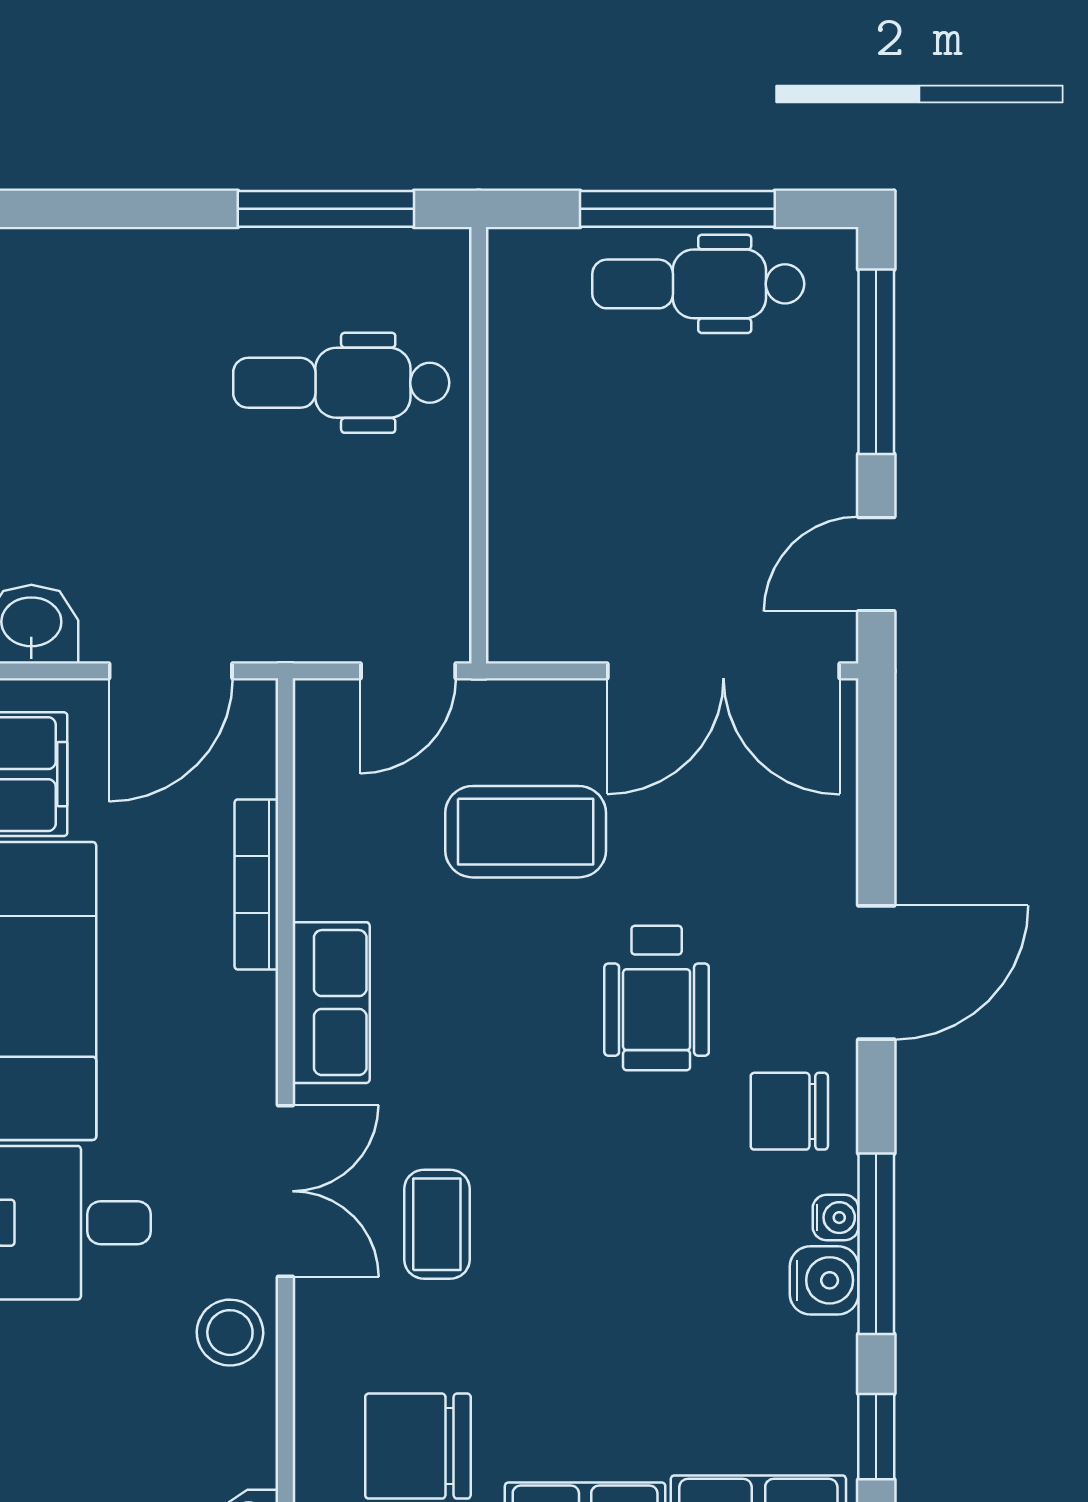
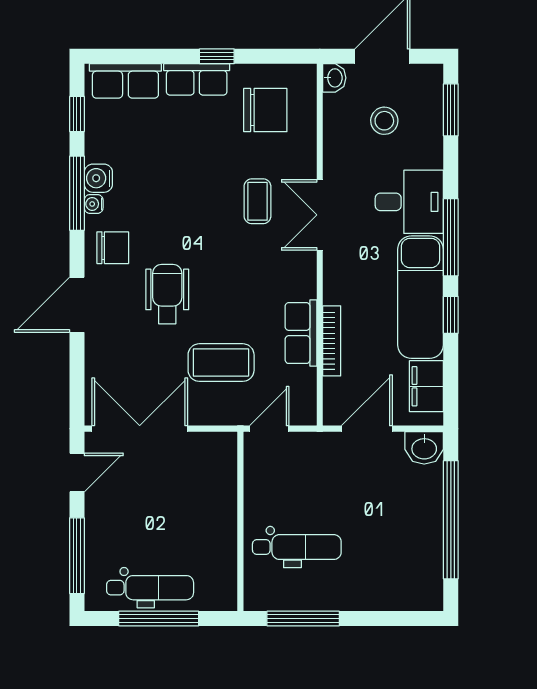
row of seats: (331, 1003) -> (301, 333), moved
stool: (230, 1333) -> (384, 121), moved

